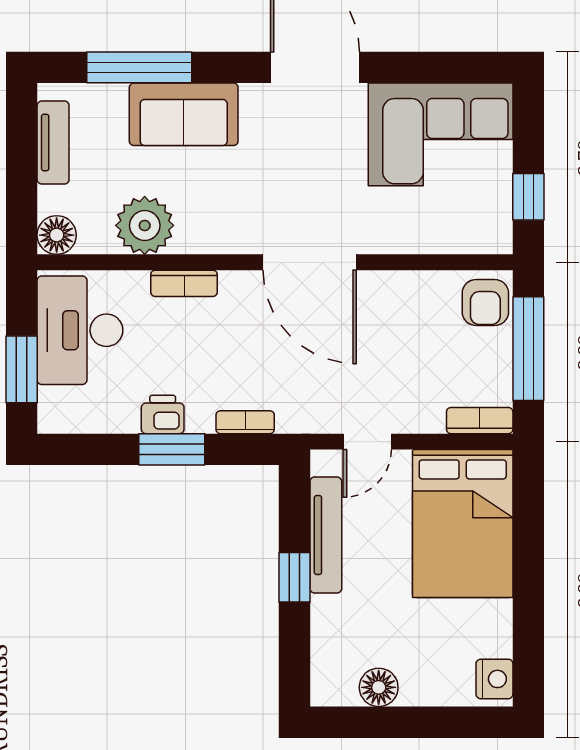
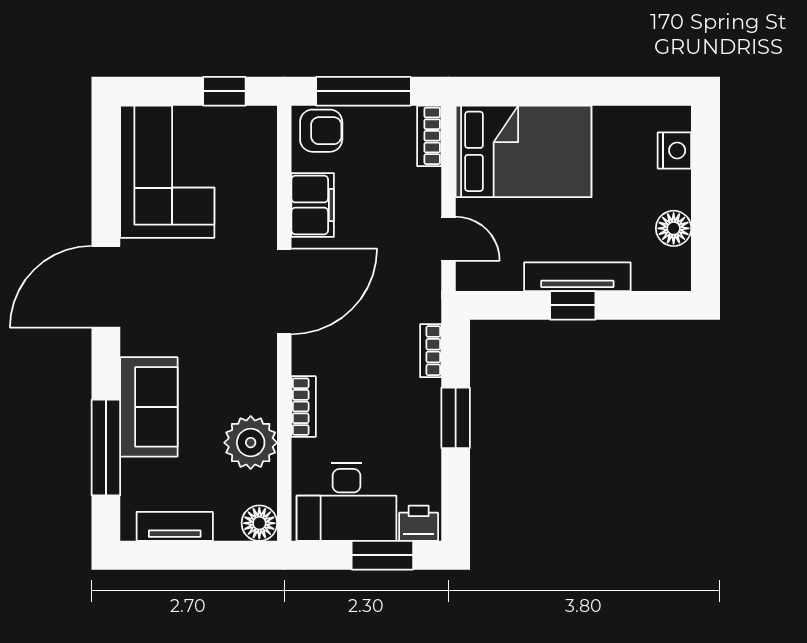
filing cabinet: (404, 293) -> (313, 205), added
printer: (163, 415) -> (419, 523), moved, turned 90
tv unit: (326, 535) -> (577, 277), moved
nightstand: (494, 679) -> (674, 150), moved, turned 90

